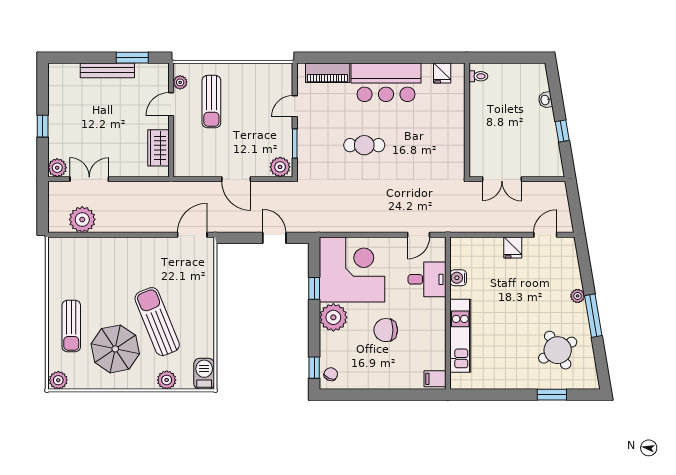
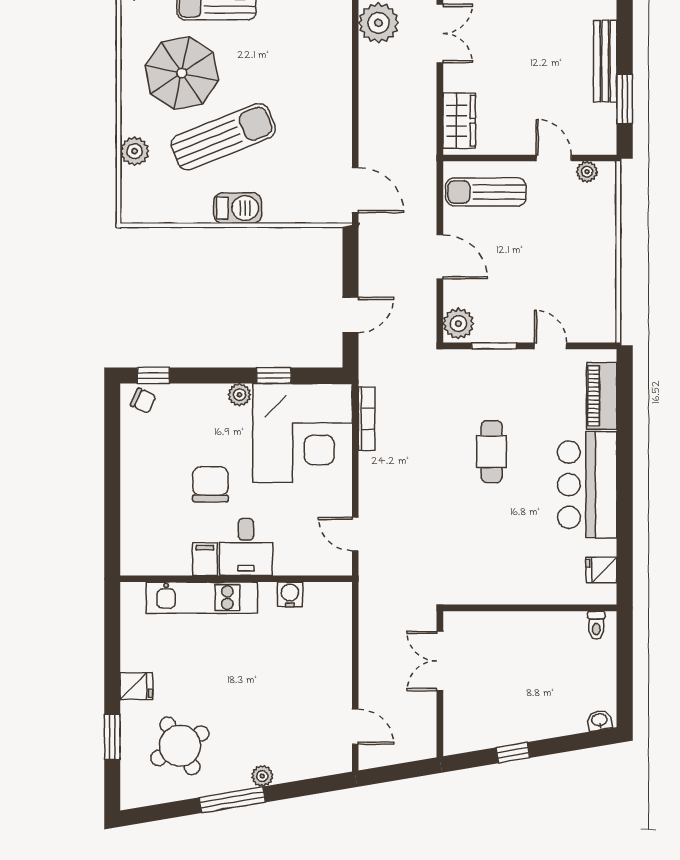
washbasin: (545, 100) -> (599, 720), moved
sun lounger: (211, 102) -> (486, 192), moved
wardrobe: (158, 148) -> (459, 121), moved, turned 90
door: (236, 179) -> (440, 257), swing flipped
bookcase: (343, 227) -> (367, 419), added
fridge: (513, 248) -> (136, 686), moved, turned 180
desk: (427, 279) -> (246, 547), moved
plant: (333, 317) -> (240, 395), width x0.53, depth x0.53
barbecue: (204, 374) -> (238, 208), moved
filing cabinet: (435, 379) -> (205, 559), moved

